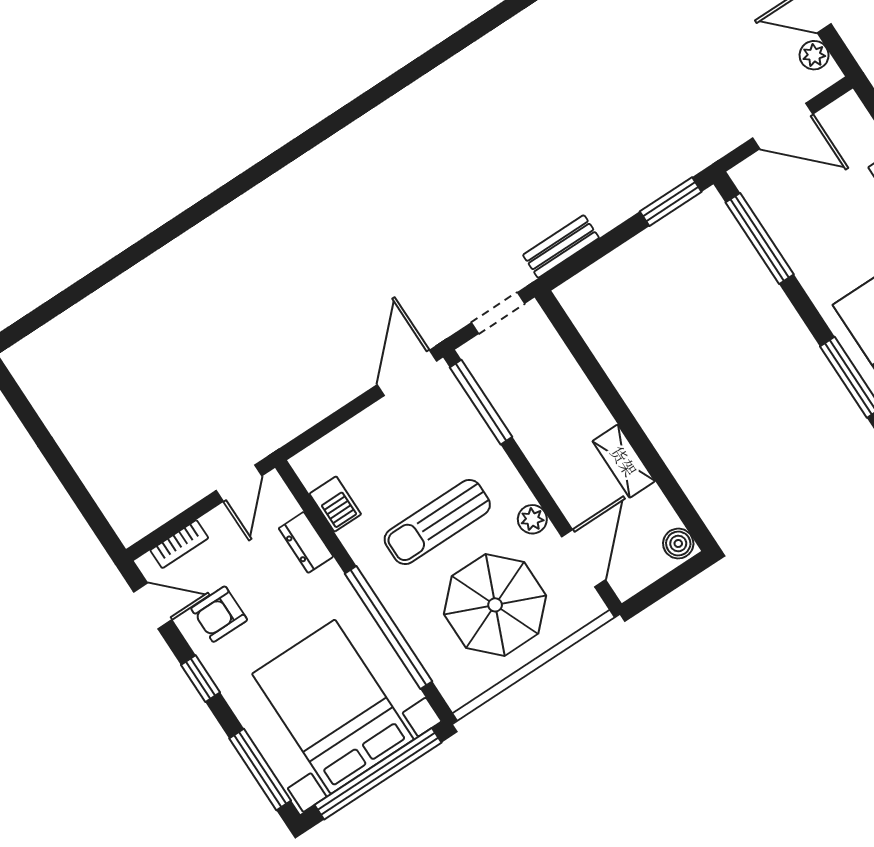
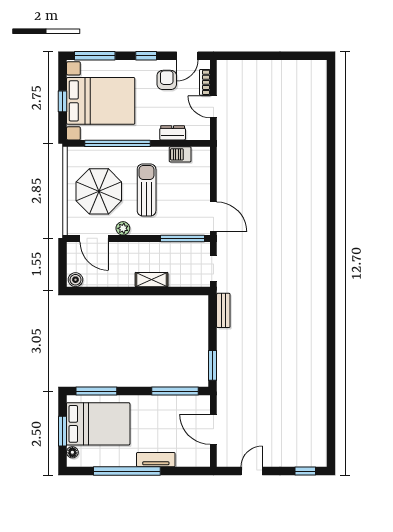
plant: (814, 55) -> (233, 460), removed
door: (783, 126) -> (213, 429), hinge flipped
shelving: (624, 461) -> (152, 280), moved
door: (239, 483) -> (213, 107), moved
window: (378, 774) -> (62, 101), width x0.32

